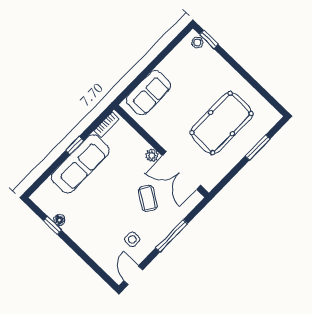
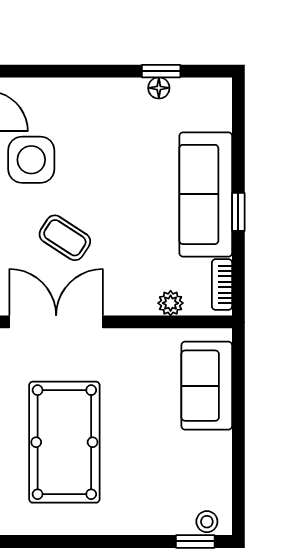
plant: (152, 155) -> (171, 303), moved
side table: (132, 239) -> (31, 160), width x1.87, depth x1.87

